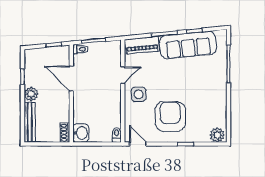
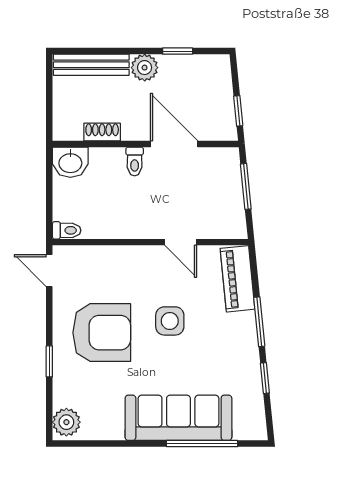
sofa: (188, 45) -> (178, 418), moved, turned 96
toilet: (80, 49) -> (135, 161), moved
door: (71, 79) -> (174, 144), hinge flipped
side table: (139, 94) -> (170, 321), moved
shoe rack: (65, 133) -> (102, 132), moved
door: (138, 144) -> (49, 271), swing flipped

